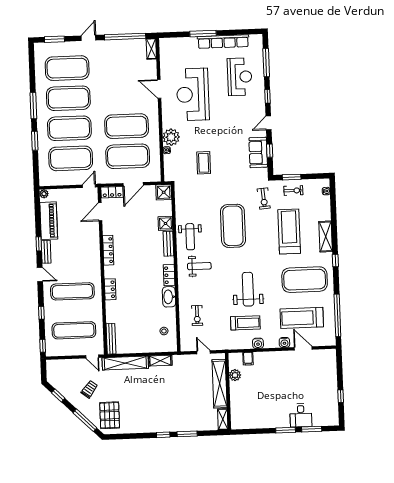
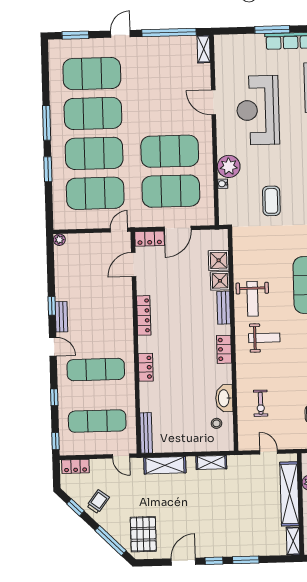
shower: (164, 192) -> (219, 260), moved
piano: (49, 221) -> (65, 276), removed
washbasin: (169, 297) -> (224, 398), moved
shelving: (125, 363) -> (165, 465), width x0.68
locker: (58, 365) -> (75, 466), added
trolley: (89, 389) -> (98, 502), moved
door: (140, 436) -> (183, 562), added

